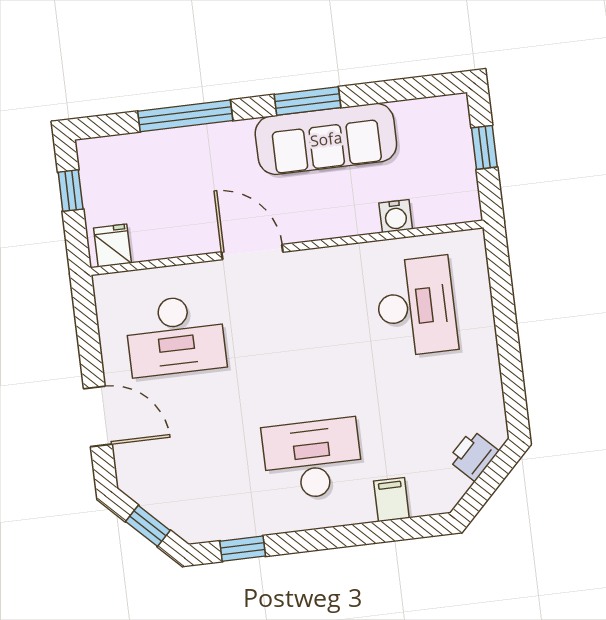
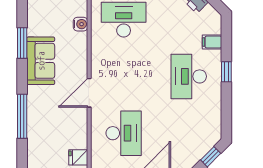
window: (308, 101) -> (22, 43), moved
sofa: (326, 139) -> (41, 61), width x0.73
window: (243, 549) -> (226, 72), moved

